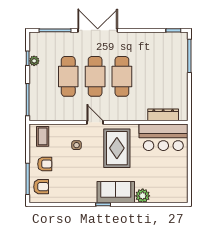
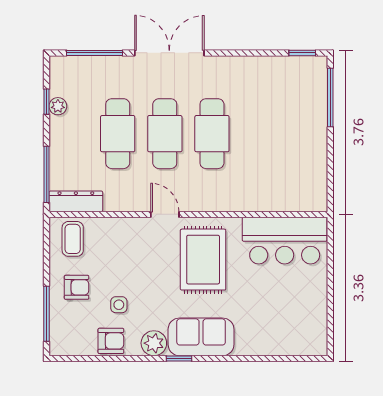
dresser: (163, 115) -> (76, 201), moved
side table: (77, 145) -> (119, 305), moved
armchair: (41, 187) -> (111, 341), moved
plant: (143, 196) -> (154, 343), moved

